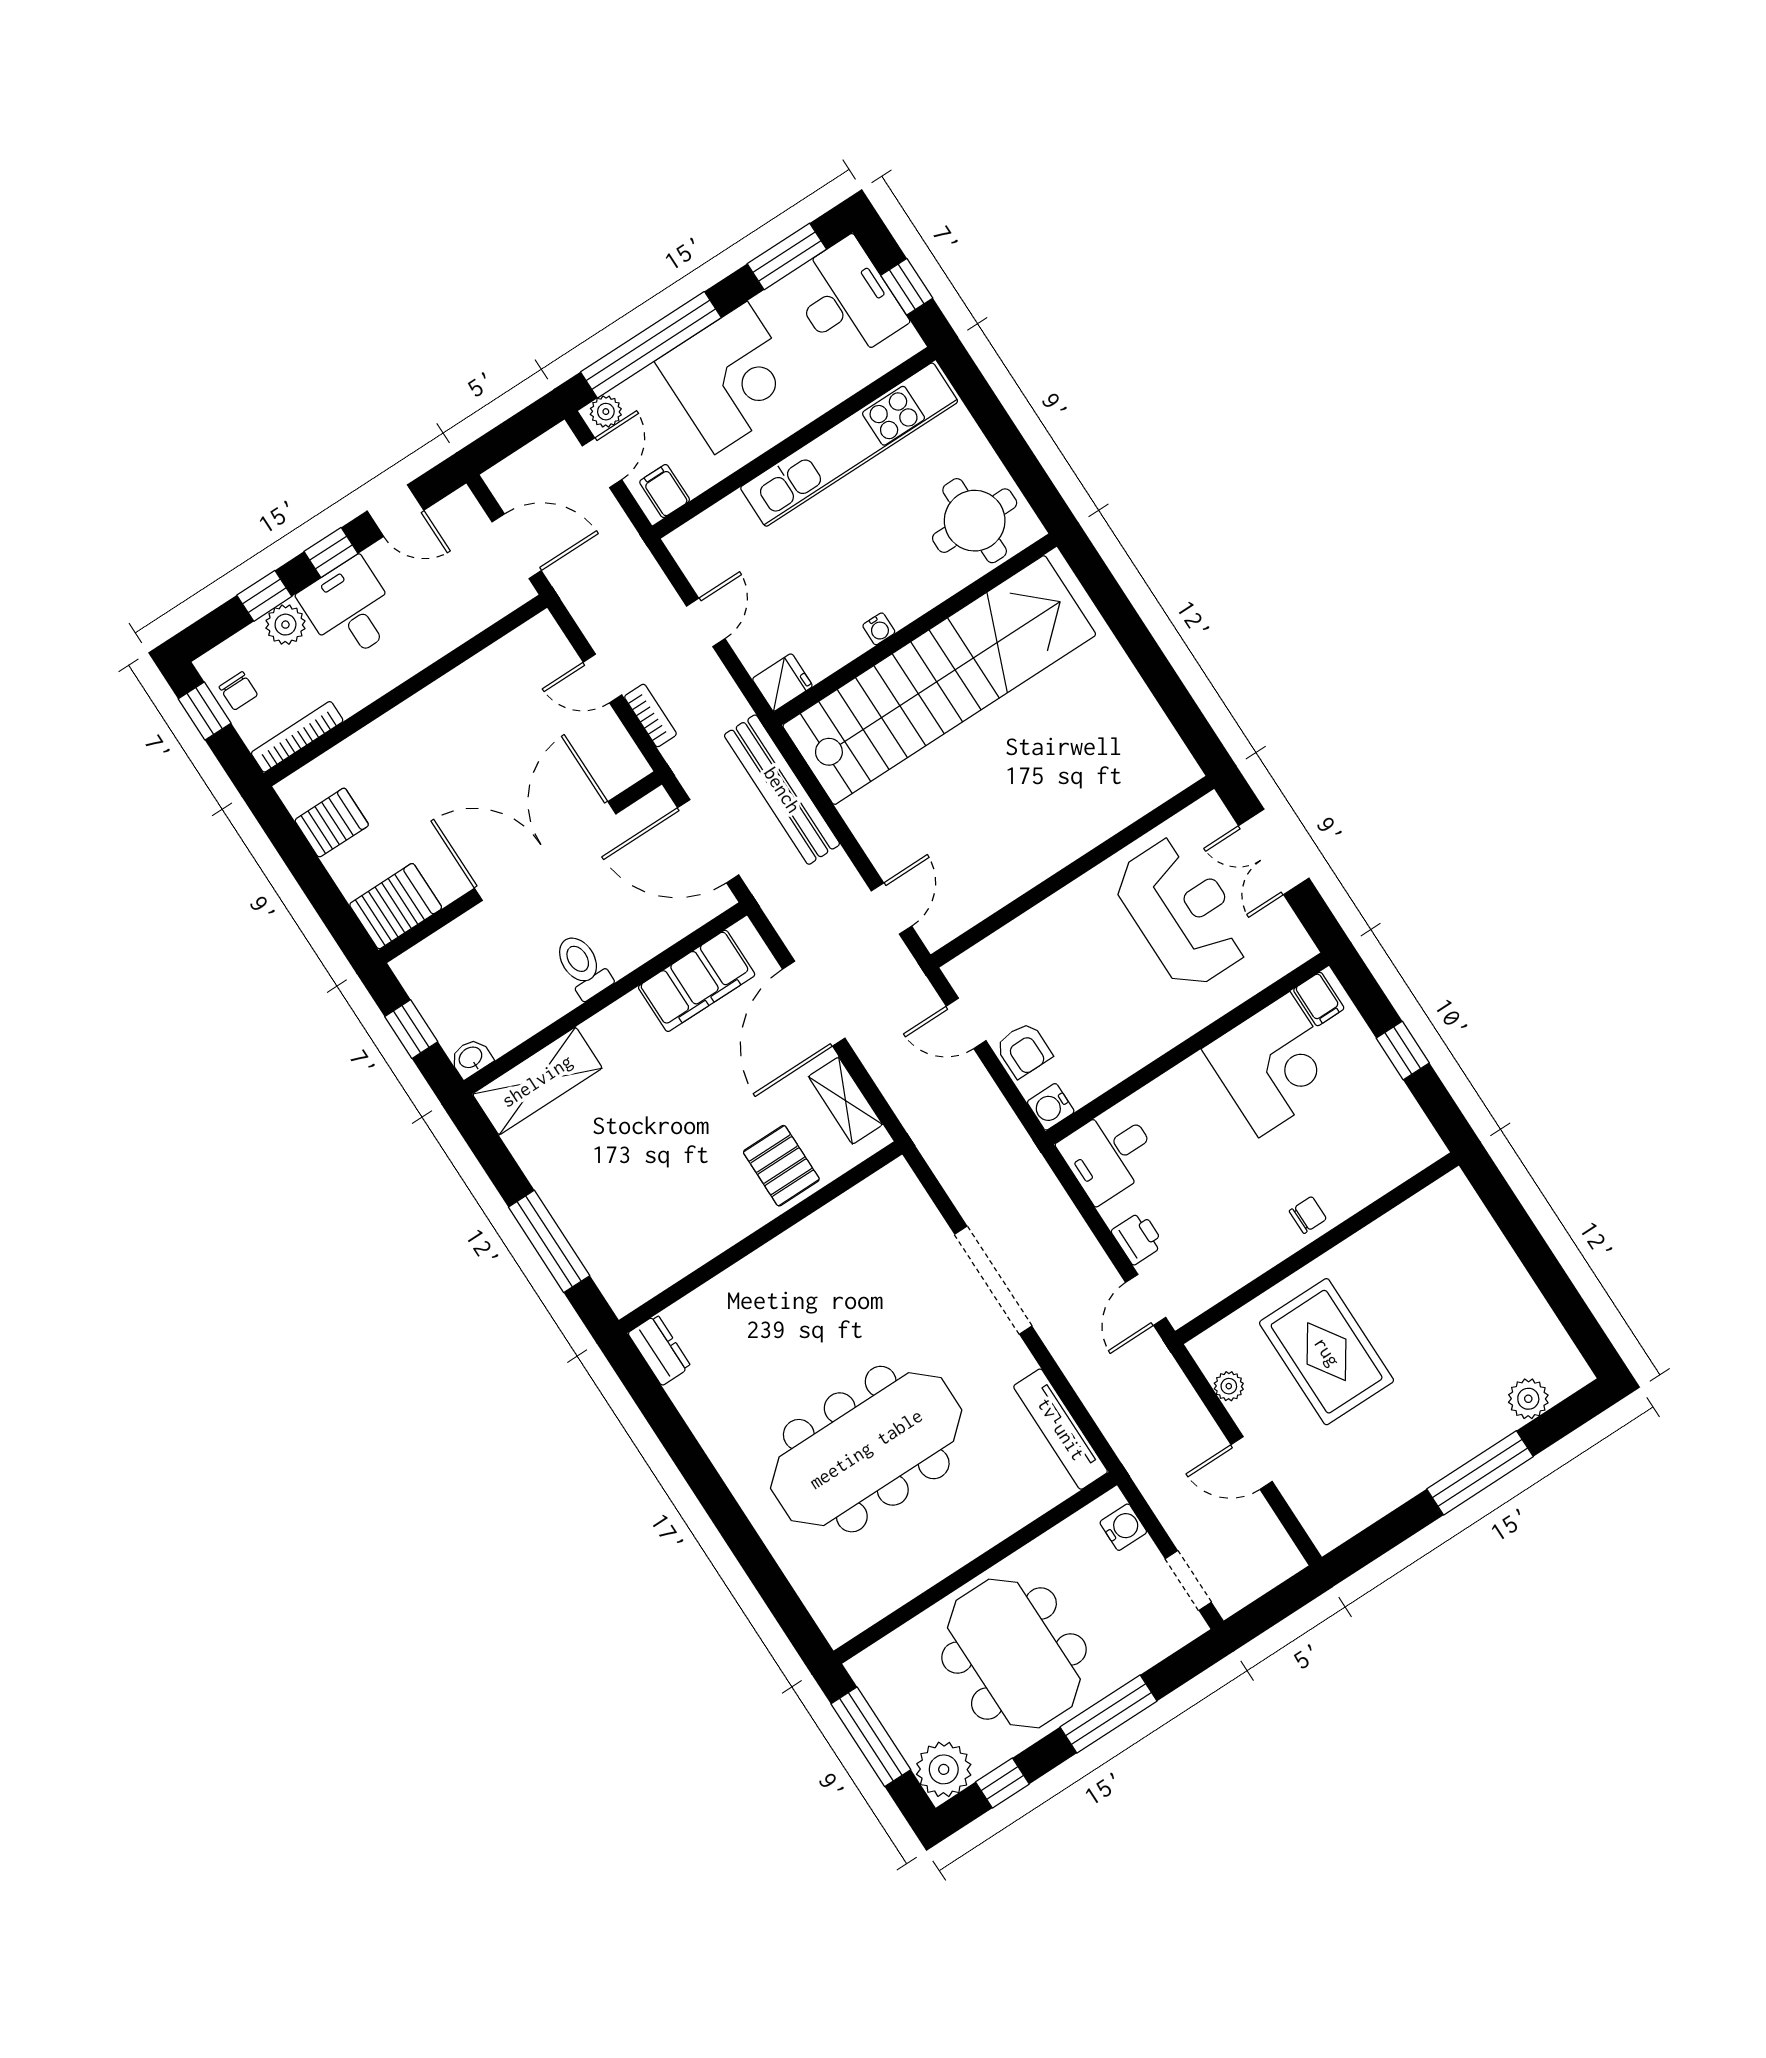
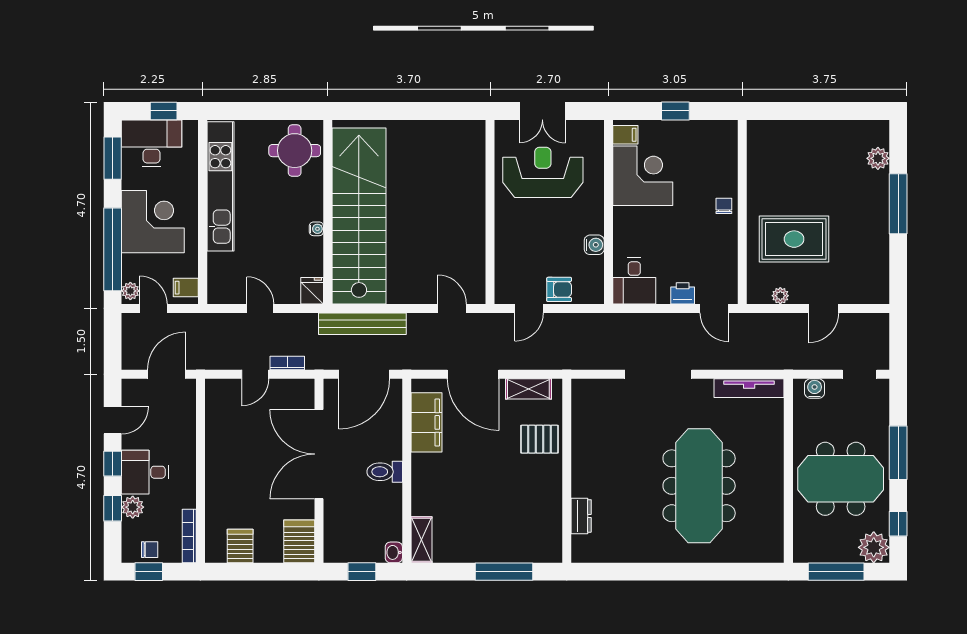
shelving: (537, 1081) -> (421, 540), width x0.67, depth x0.75
water cooler: (1051, 1107) -> (594, 245), moved, turned -90
dresser: (659, 1350) -> (581, 516), moved, turned 90

